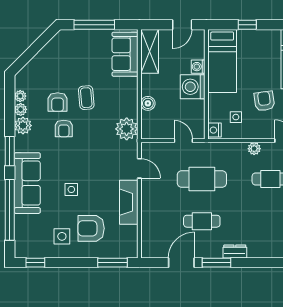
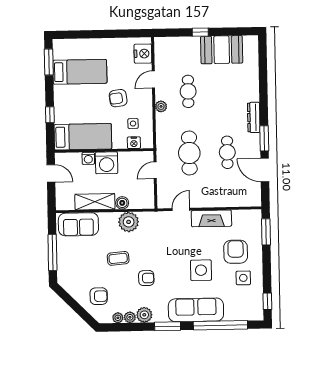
shelving: (150, 51) -> (95, 202), moved
armchair: (58, 102) -> (99, 296), moved
plant: (127, 129) -> (129, 222), moved
nightstand: (214, 130) -> (134, 143), moved
side table: (71, 189) -> (201, 270), width x1.87, depth x1.87
armchair: (91, 228) -> (236, 252), turned 180
dresser: (235, 251) -> (254, 117), width x1.44

